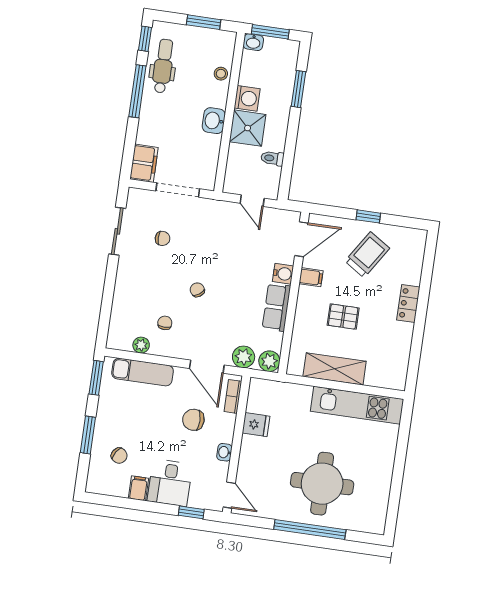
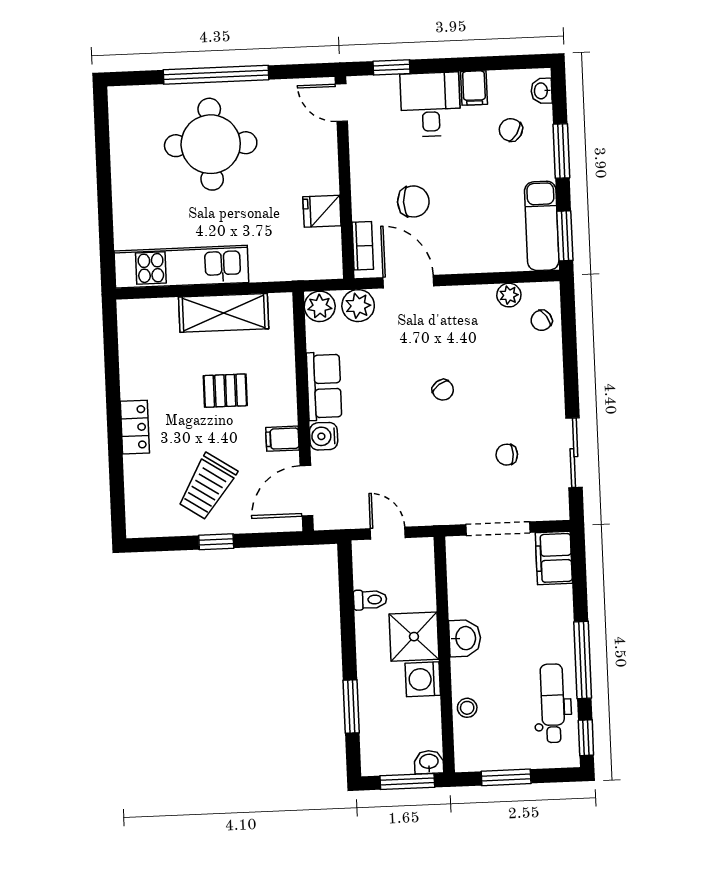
dental chair: (163, 66) -> (553, 703), turned 180
chair: (165, 323) -> (541, 320), moved, turned 55
exam couch: (143, 372) -> (542, 226), moved, turned -90
washbasin: (224, 452) -> (541, 91), moved, turned 180

